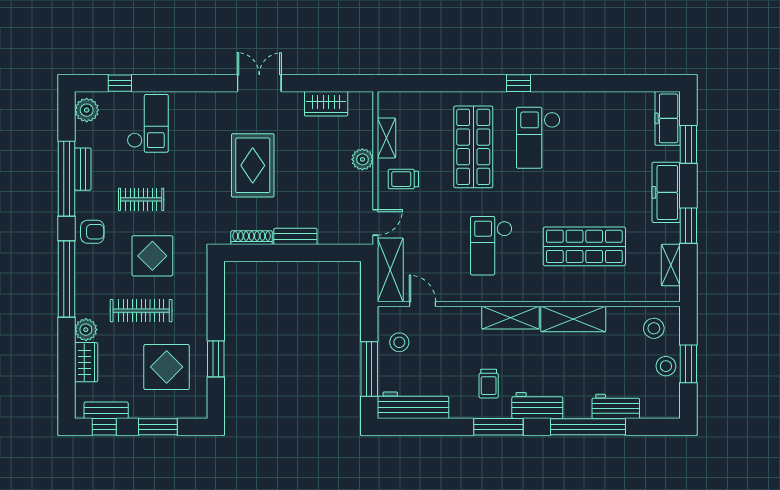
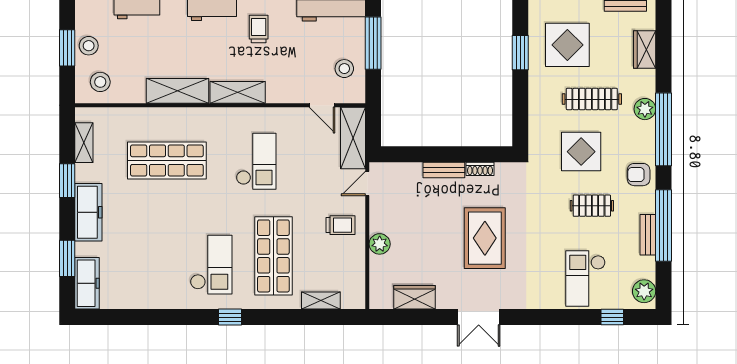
shelving: (386, 138) -> (321, 301), moved, turned 90
shoe rack: (252, 238) -> (480, 169), width x0.70
plant: (86, 330) -> (645, 109), moved

